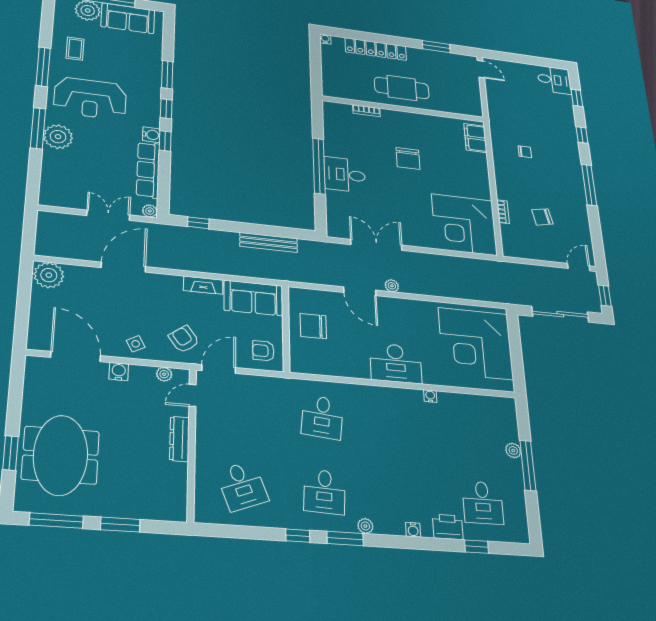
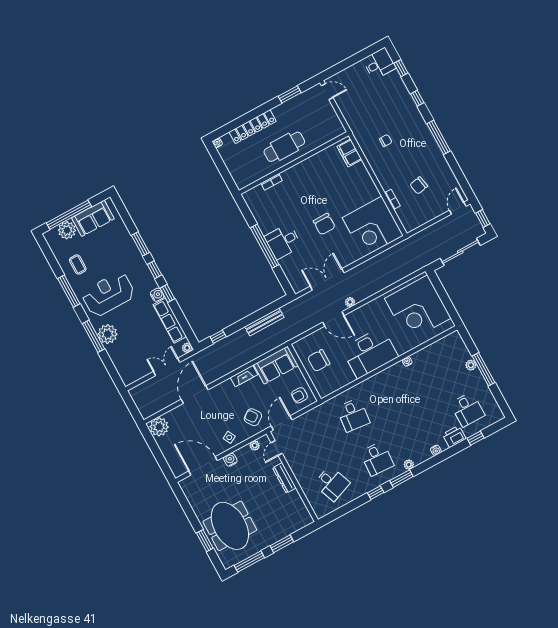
reception desk: (90, 98) -> (108, 294), turned 180
chair: (408, 158) -> (324, 224), moved
desk: (396, 363) -> (370, 353), width x1.36, depth x1.30

